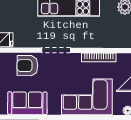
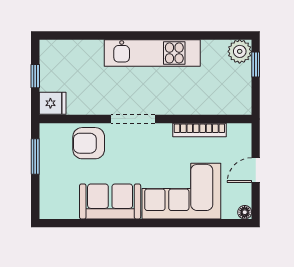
sofa: (27, 103) -> (110, 201), moved

